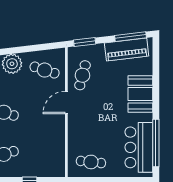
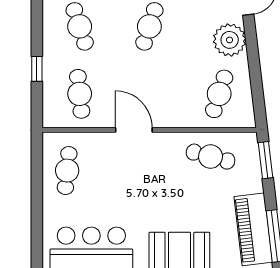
door: (66, 102) -> (134, 130), moved
cafe table: (45, 154) -> (80, 94), added

